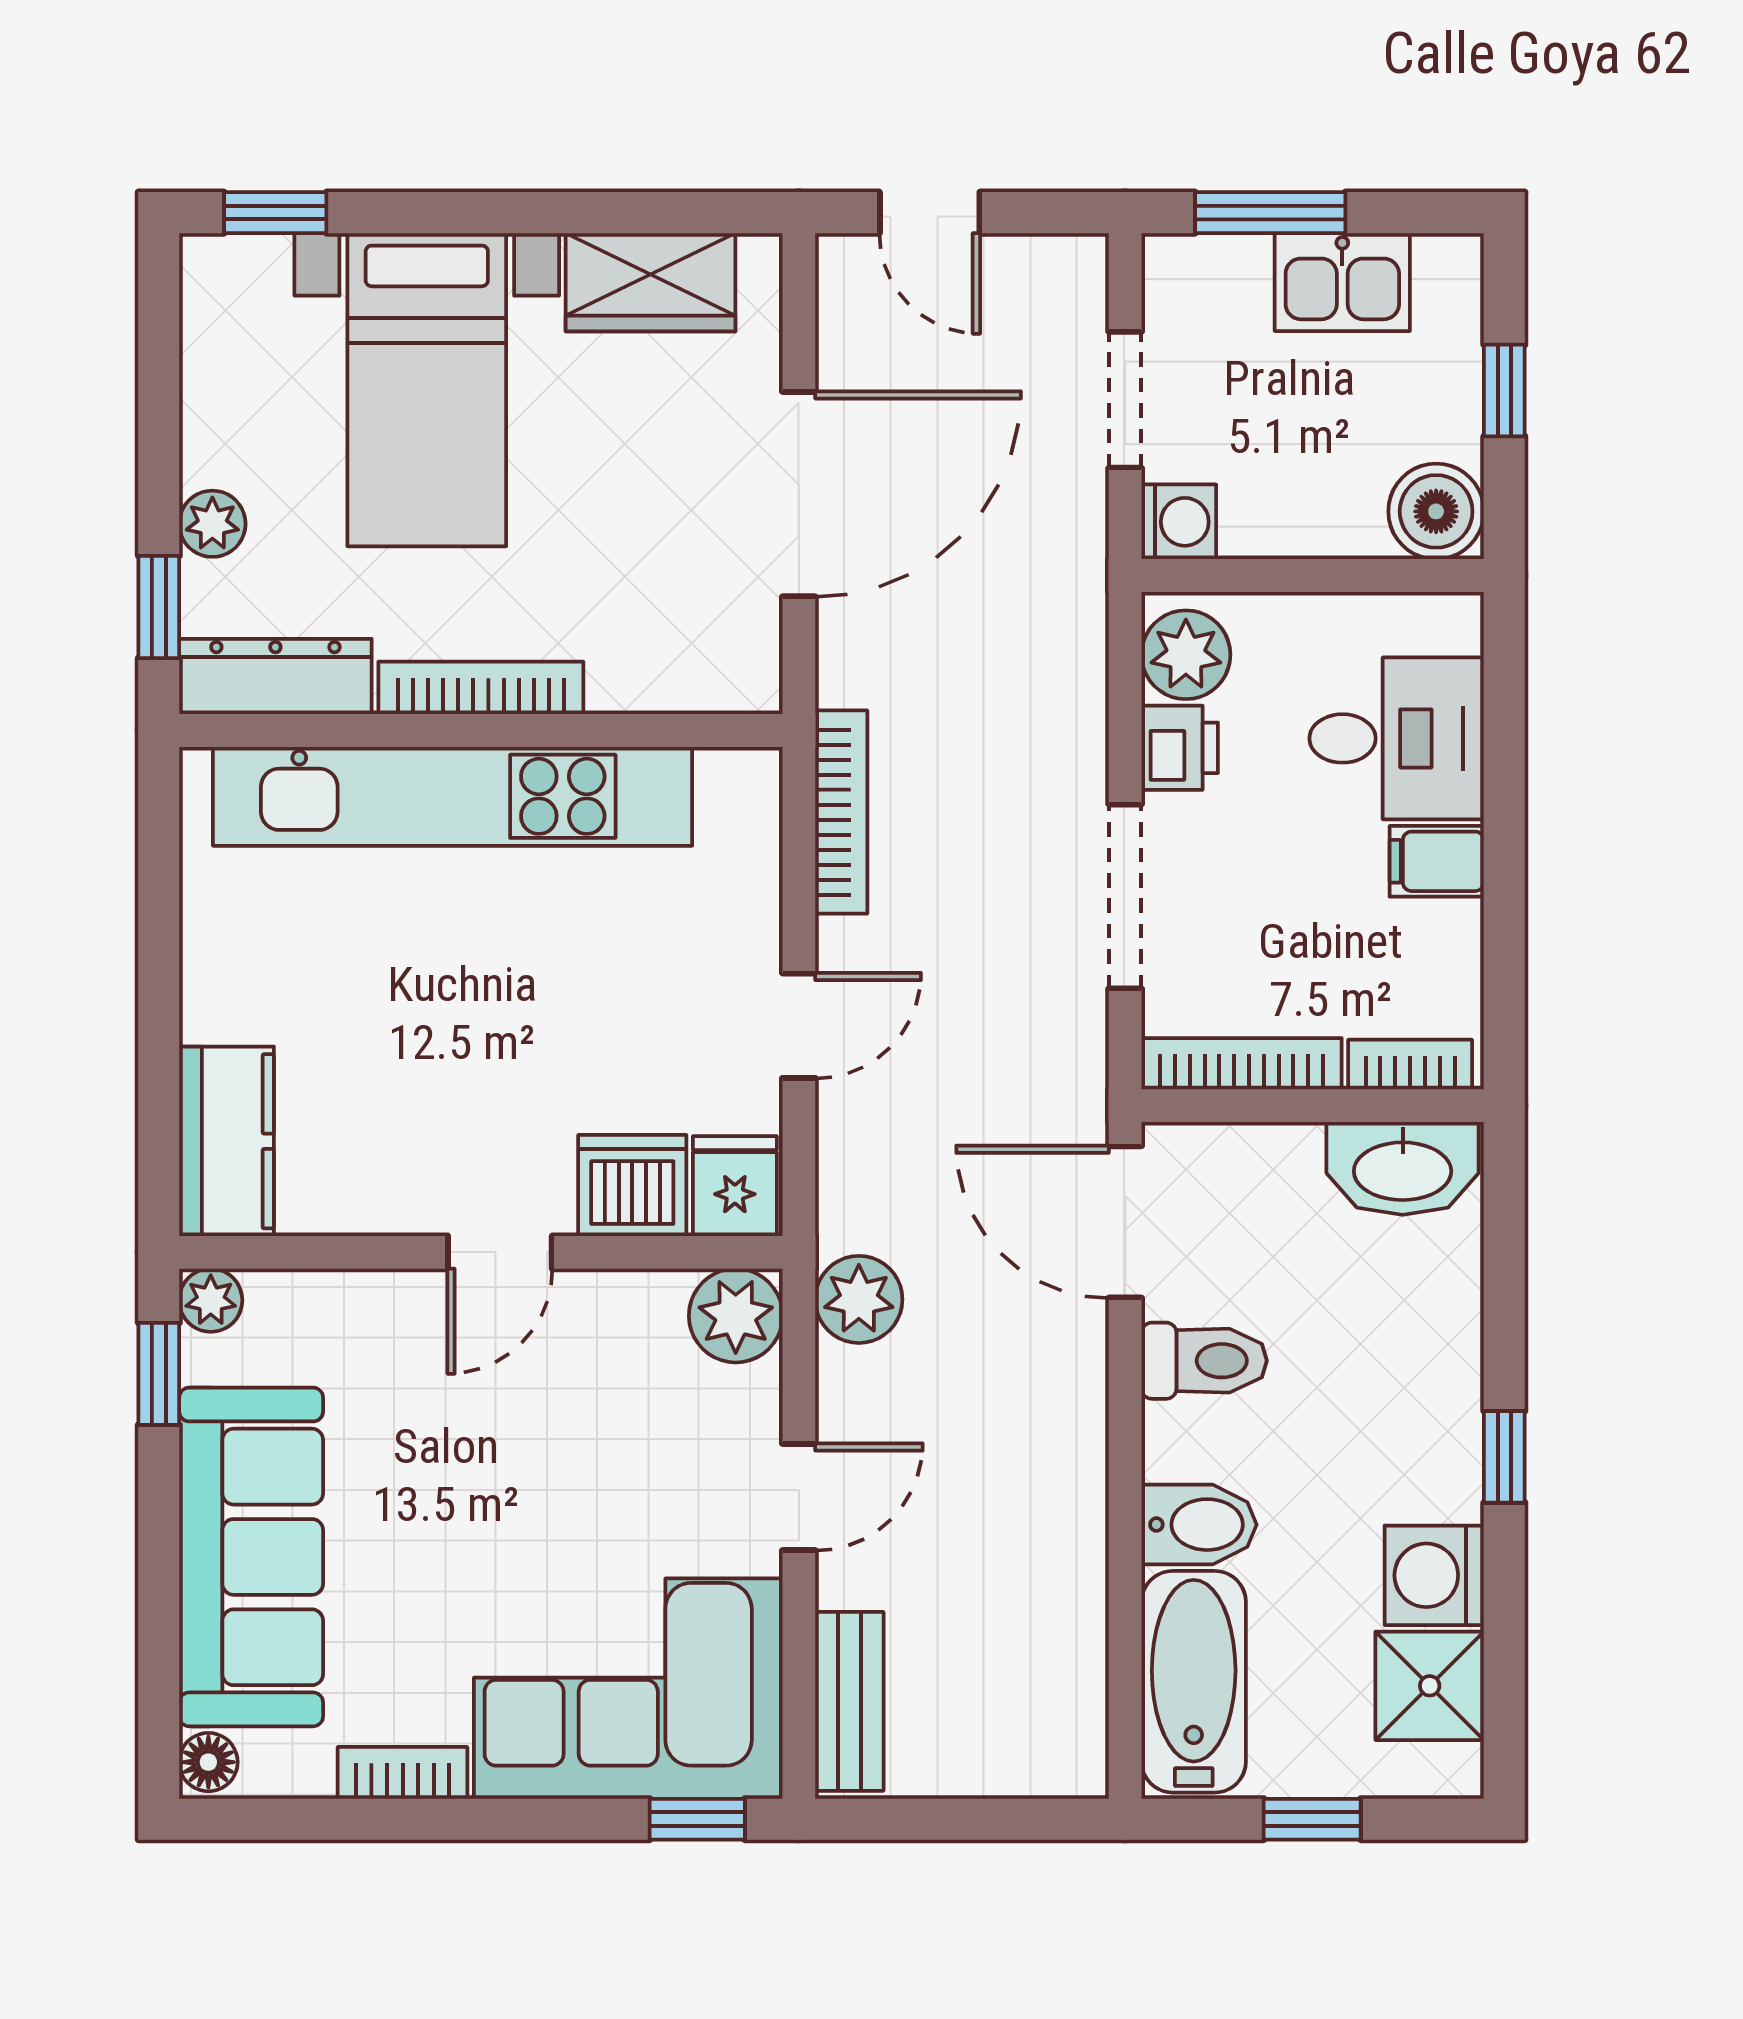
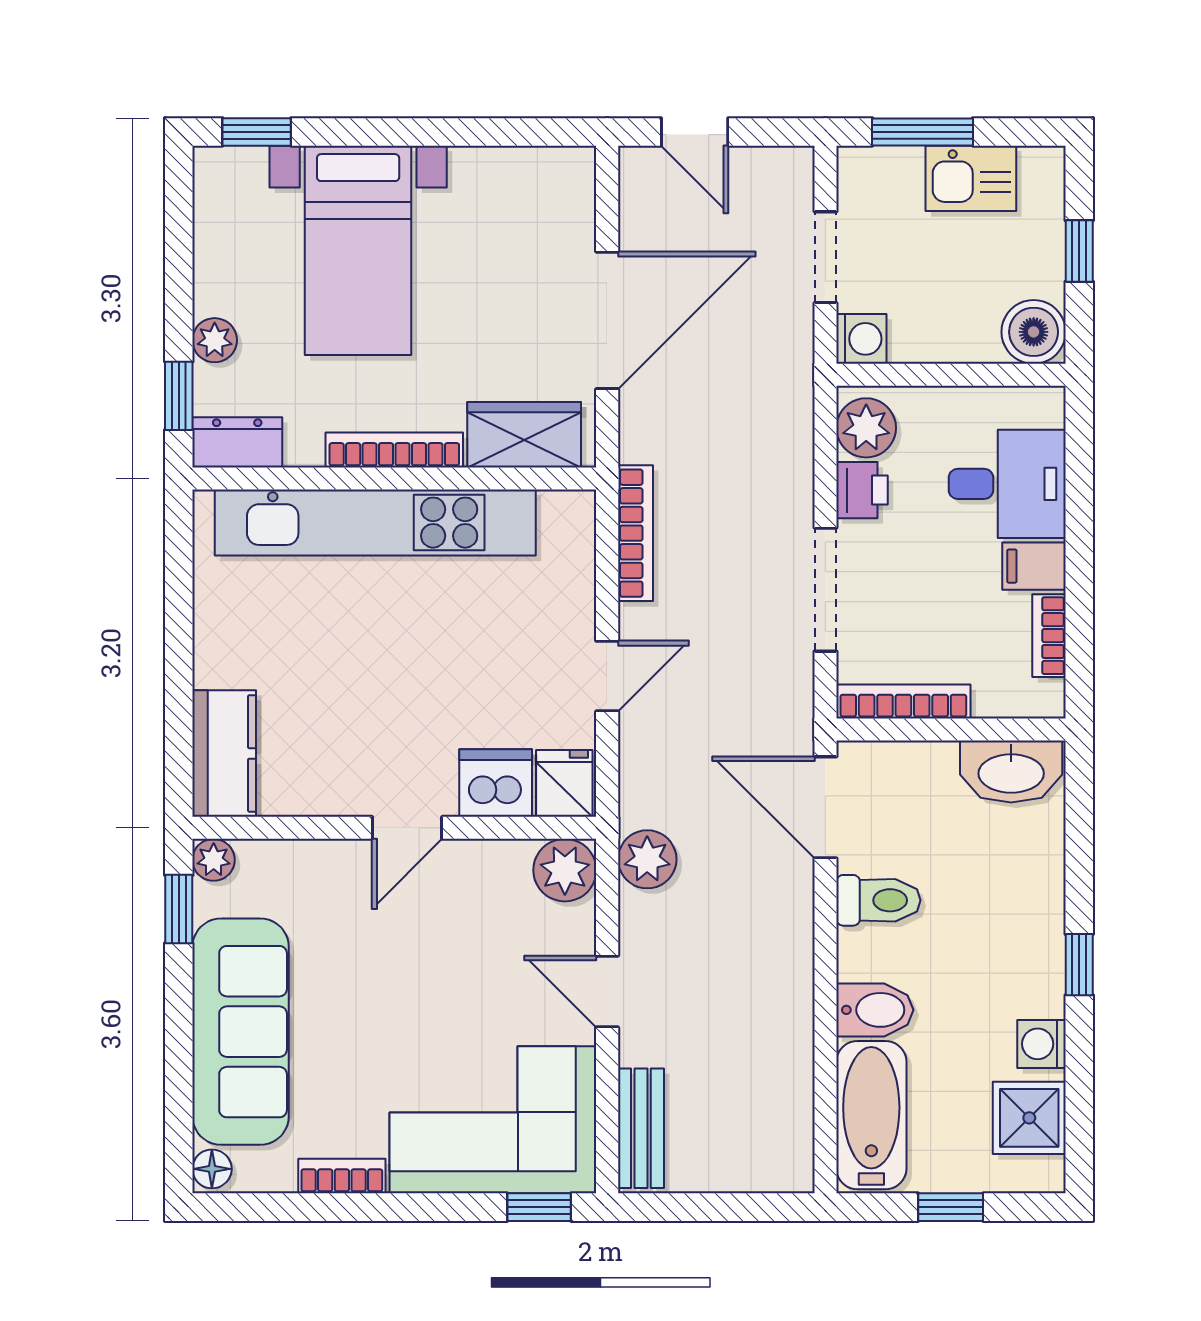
wardrobe: (650, 282) -> (524, 435), moved, turned 180
dresser: (275, 676) -> (237, 442), width x0.70
bookcase: (1410, 1065) -> (1049, 636), moved, turned -90
door: (799, 1497) -> (607, 992), swing flipped
washing machine: (1434, 1575) -> (1041, 1044), width x0.73, depth x0.73

